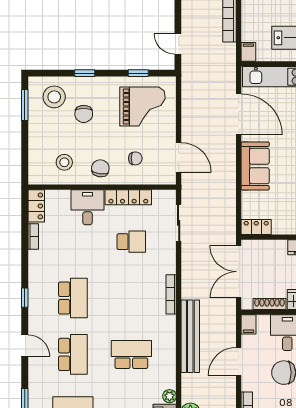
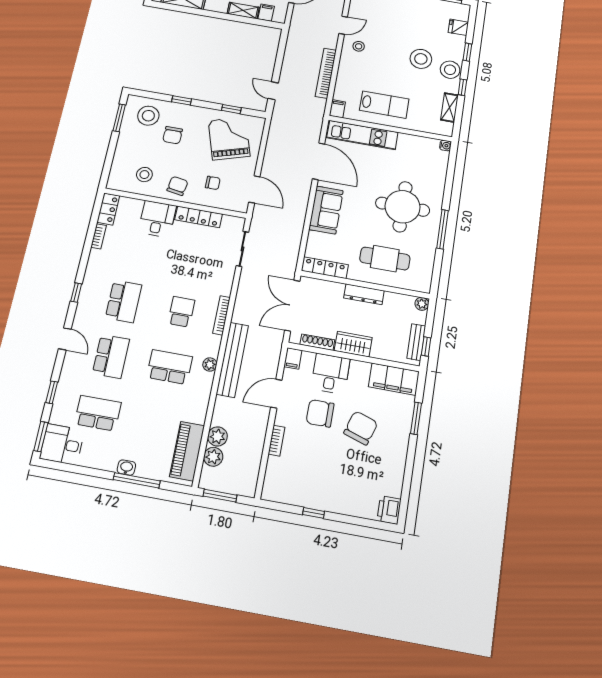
grand piano: (142, 106) -> (229, 138), turned -107
locker: (256, 227) -> (325, 268), width x1.53
school desk: (131, 242) -> (181, 312), moved, turned -90
plant: (170, 396) -> (210, 364), moved

